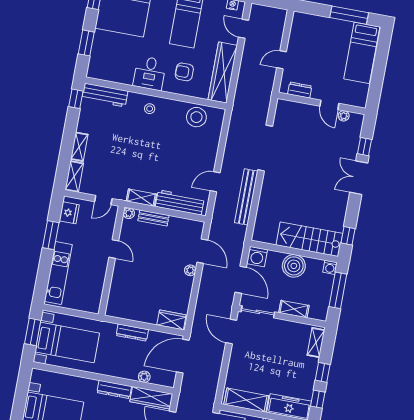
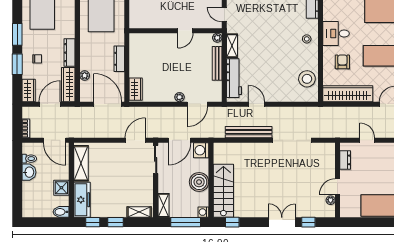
bench: (153, 218) -> (217, 63), width x1.36
shelving: (294, 309) -> (163, 205), moved

